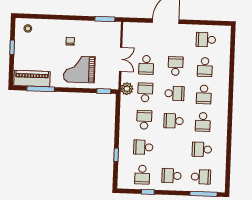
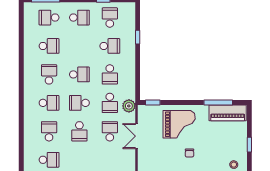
school desk: (204, 94) -> (49, 103), turned 90

